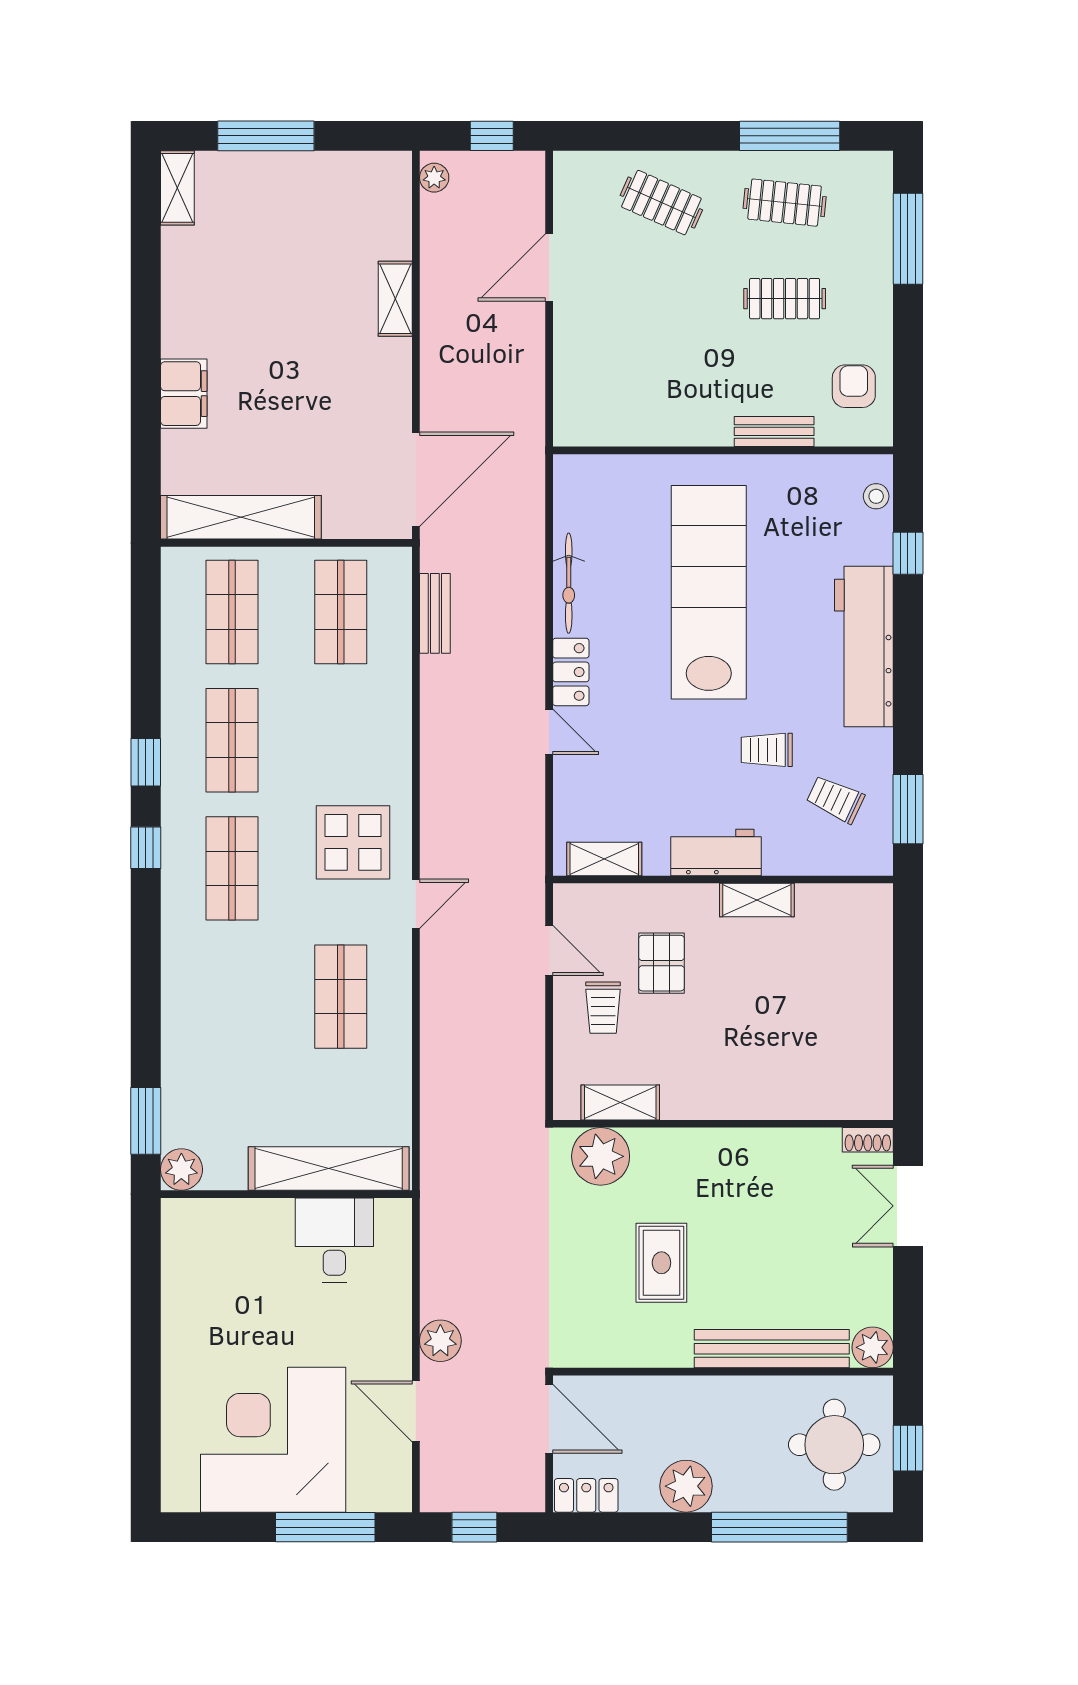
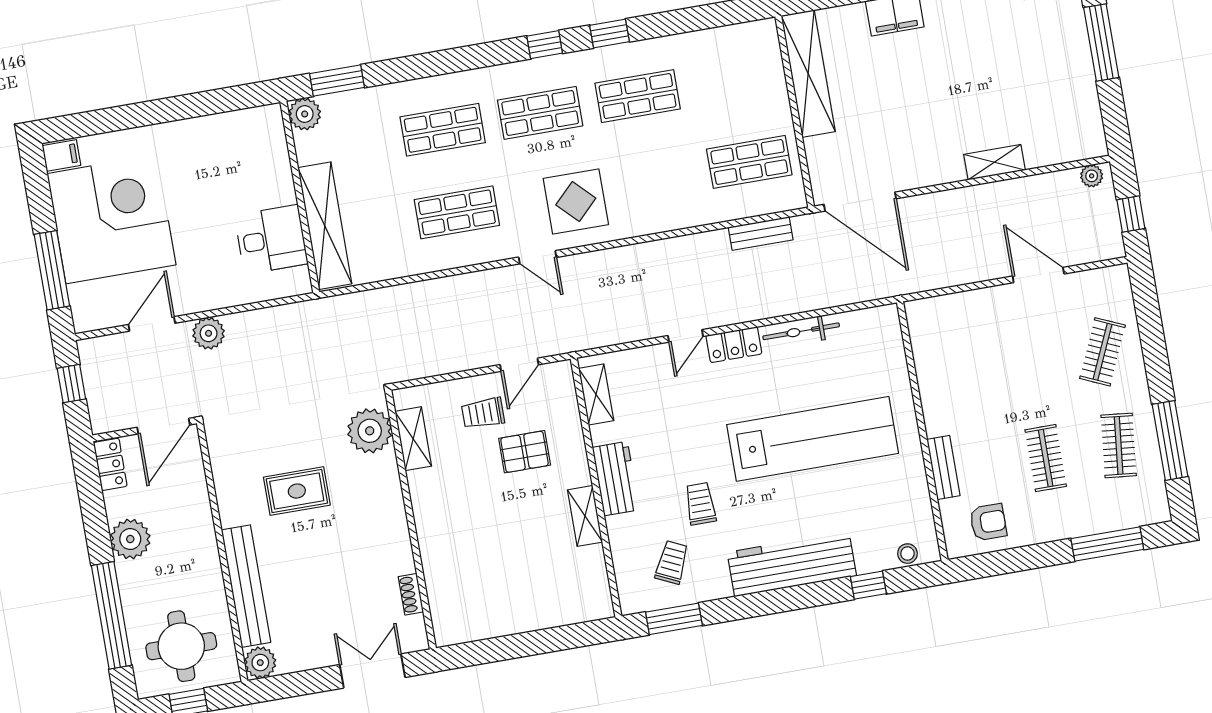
shop shelf: (232, 612) -> (443, 130), moved
shoe rack: (868, 1140) -> (411, 594), moved
filing cabinet: (181, 1490) -> (61, 155), added

